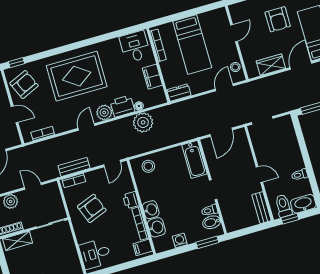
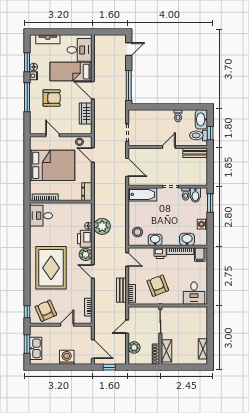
bed: (192, 45) -> (52, 165), width x1.50
filing cabinet: (152, 77) -> (68, 209), removed
washbasin: (151, 210) -> (155, 240), moved

